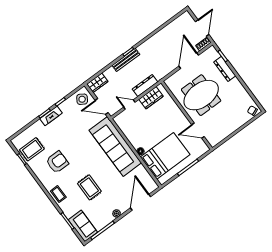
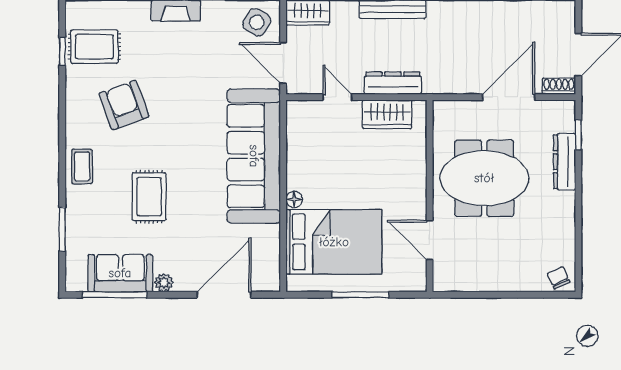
armchair: (57, 162) -> (124, 105), turned -110
sofa: (83, 226) -> (120, 273), moved, turned -90

